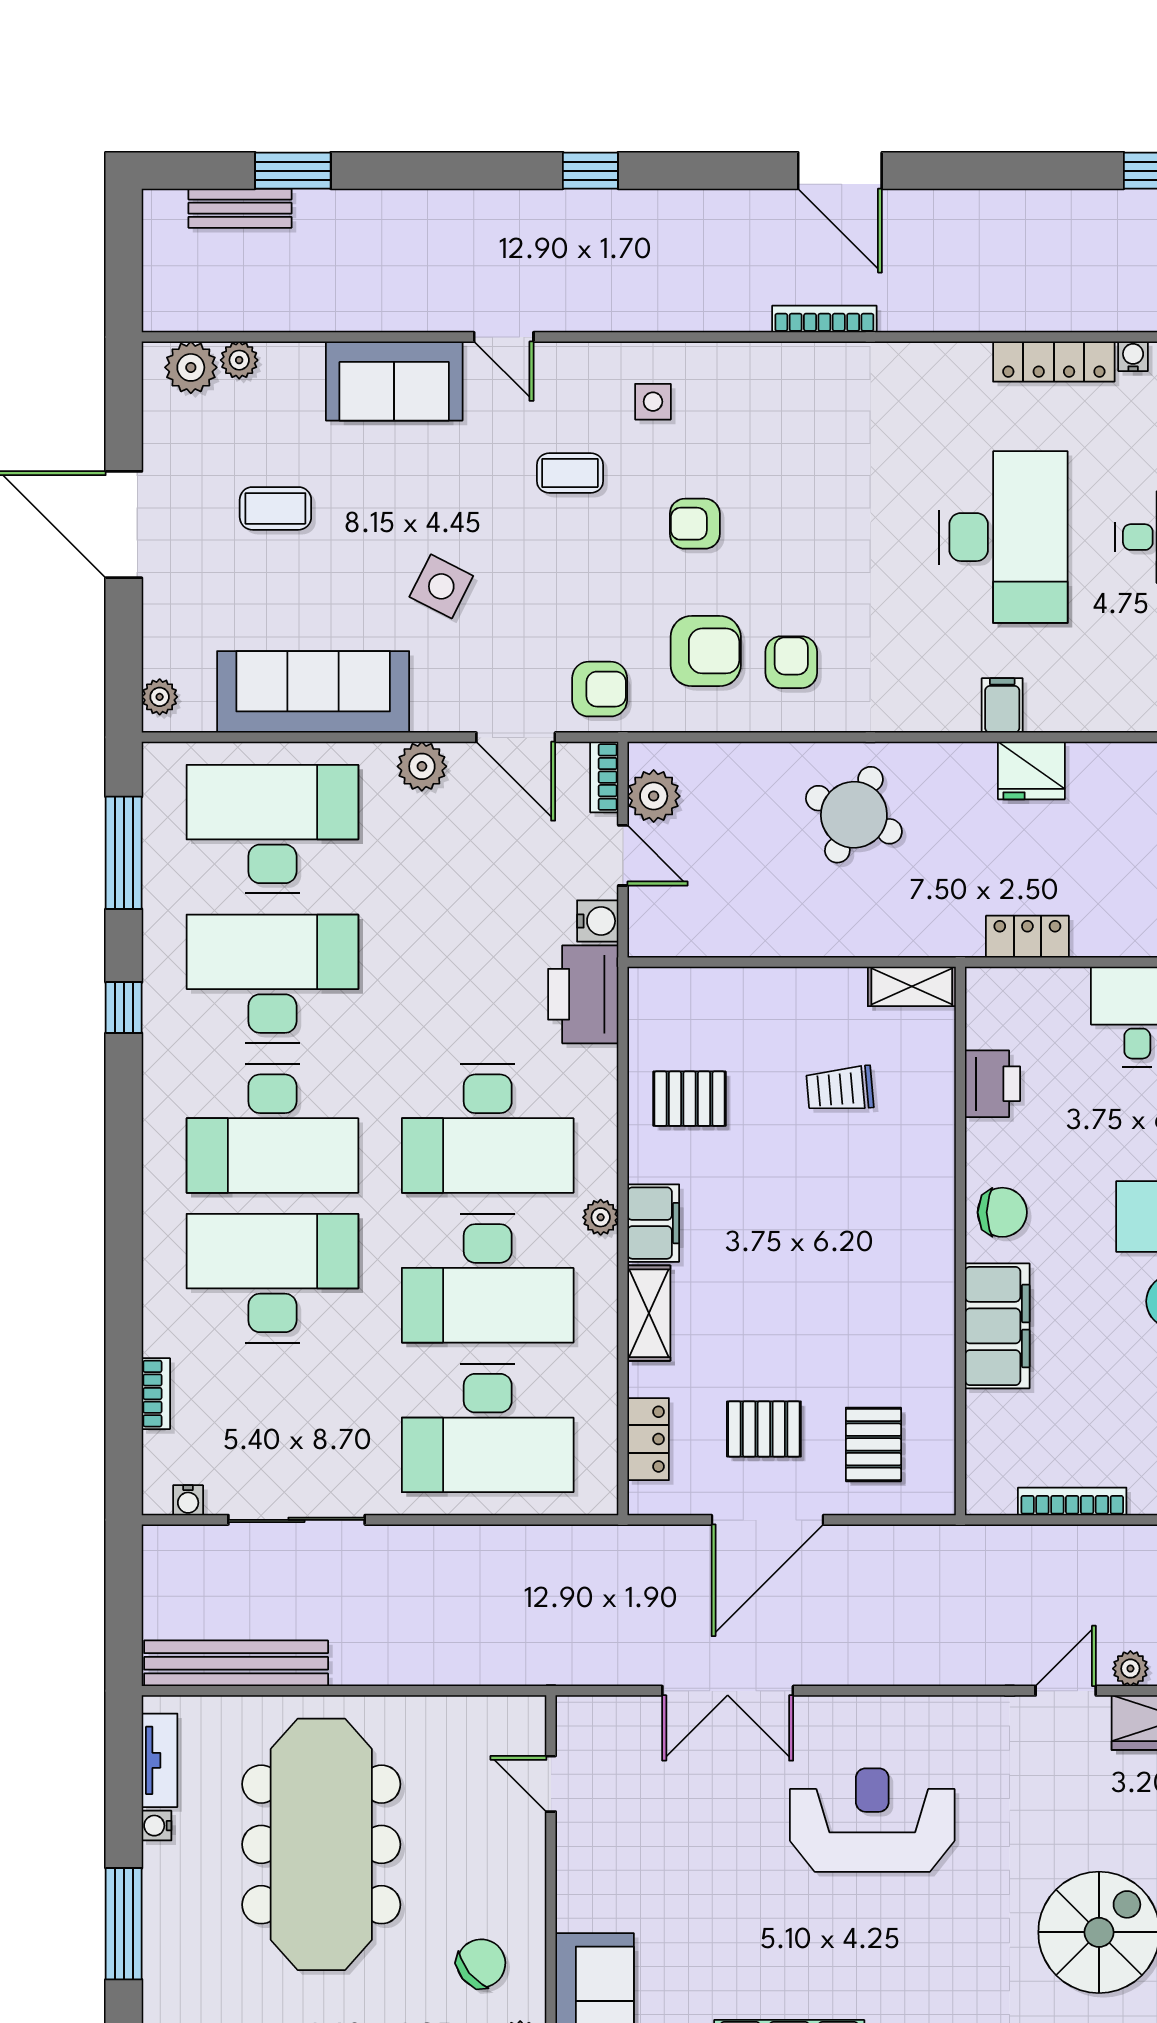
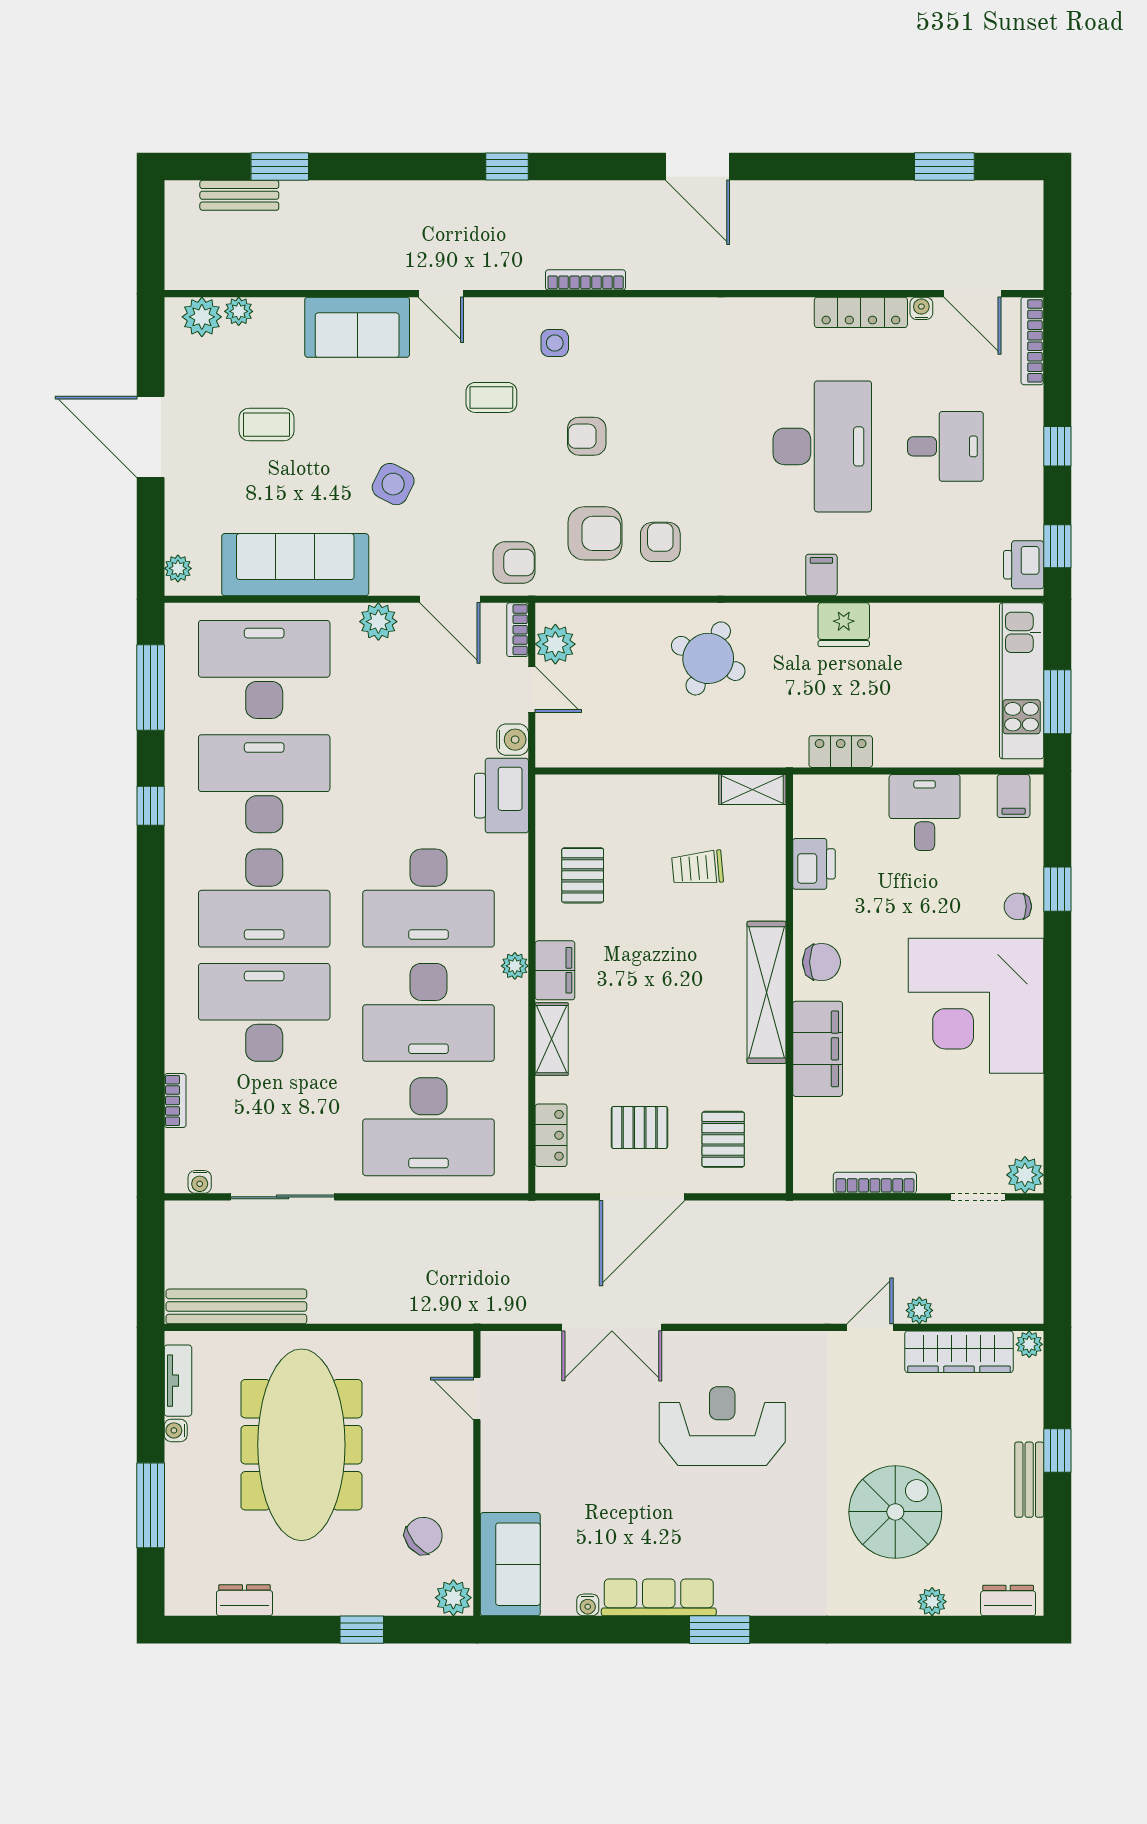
bookcase: (824, 319) -> (586, 280), moved
pallet: (690, 1099) -> (583, 875), turned 90
shelving: (930, 1252) -> (767, 992), added

